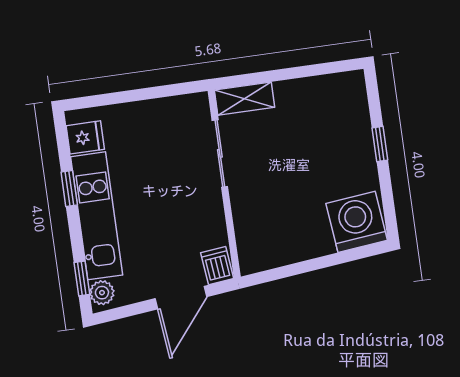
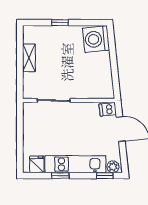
shelving: (245, 99) -> (29, 58), moved

